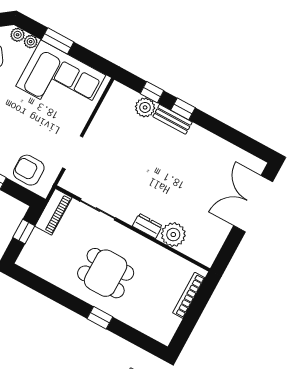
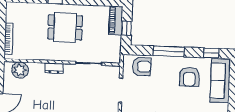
piano: (53, 212) -> (116, 20), moved
plant: (173, 235) -> (20, 70), moved

